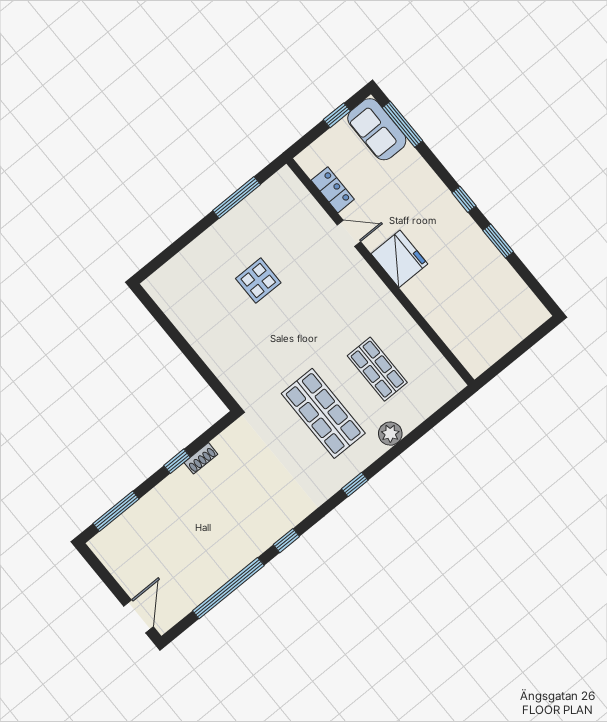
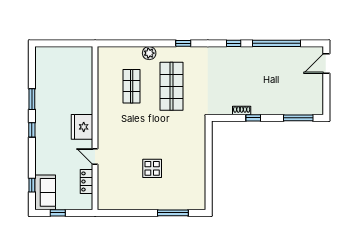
window: (402, 124) -> (32, 185), width x0.46
window: (237, 197) -> (173, 213), moved

